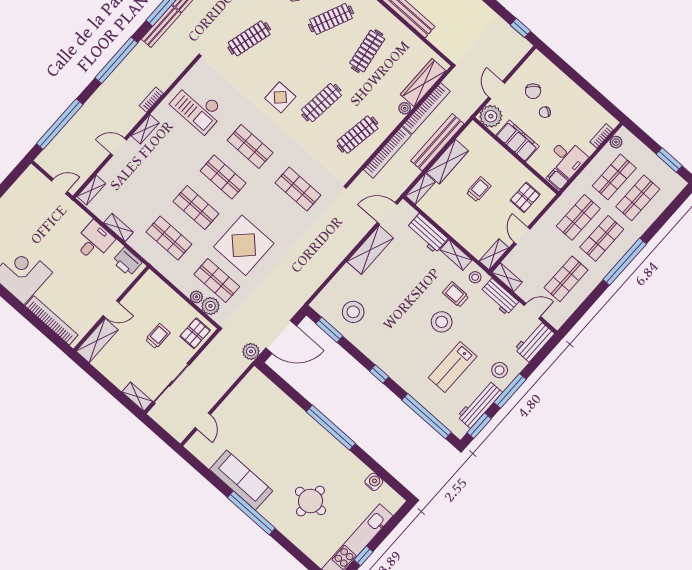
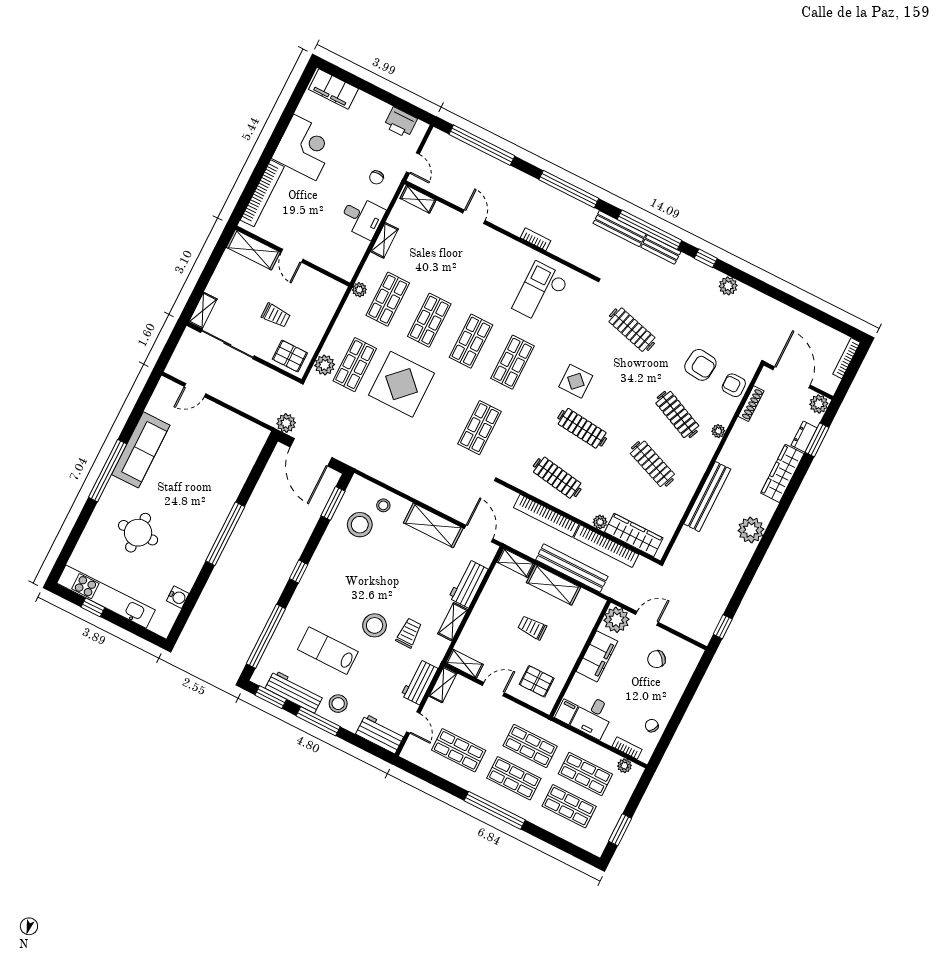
clothes rail: (367, 51) -> (652, 464), turned 30
chair: (545, 112) -> (652, 726), moved
shelving: (145, 129) -> (501, 241), removed
trolley: (479, 189) -> (532, 628), turned 180
chair: (64, 220) -> (376, 177), added
printer: (127, 262) -> (400, 123), moved, turned -90
stool: (475, 277) -> (383, 505), moved
plant: (196, 297) -> (359, 290), moved

